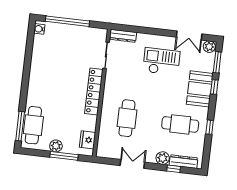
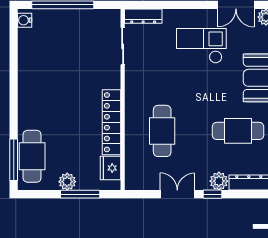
locker: (94, 92) -> (111, 122), moved
window: (174, 169) -> (212, 194), moved

